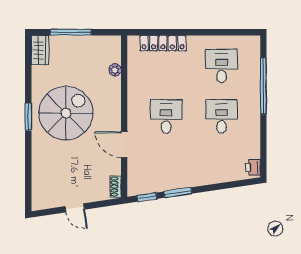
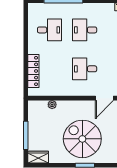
desk: (222, 66) -> (49, 30), turned 180

